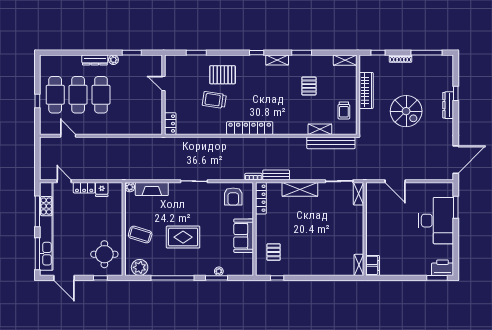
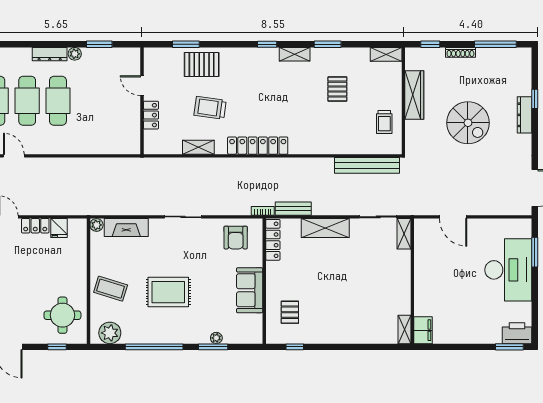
pallet: (223, 75) -> (202, 65), moved
locker: (170, 124) -> (151, 115), moved
shelving: (320, 129) -> (198, 147), moved

